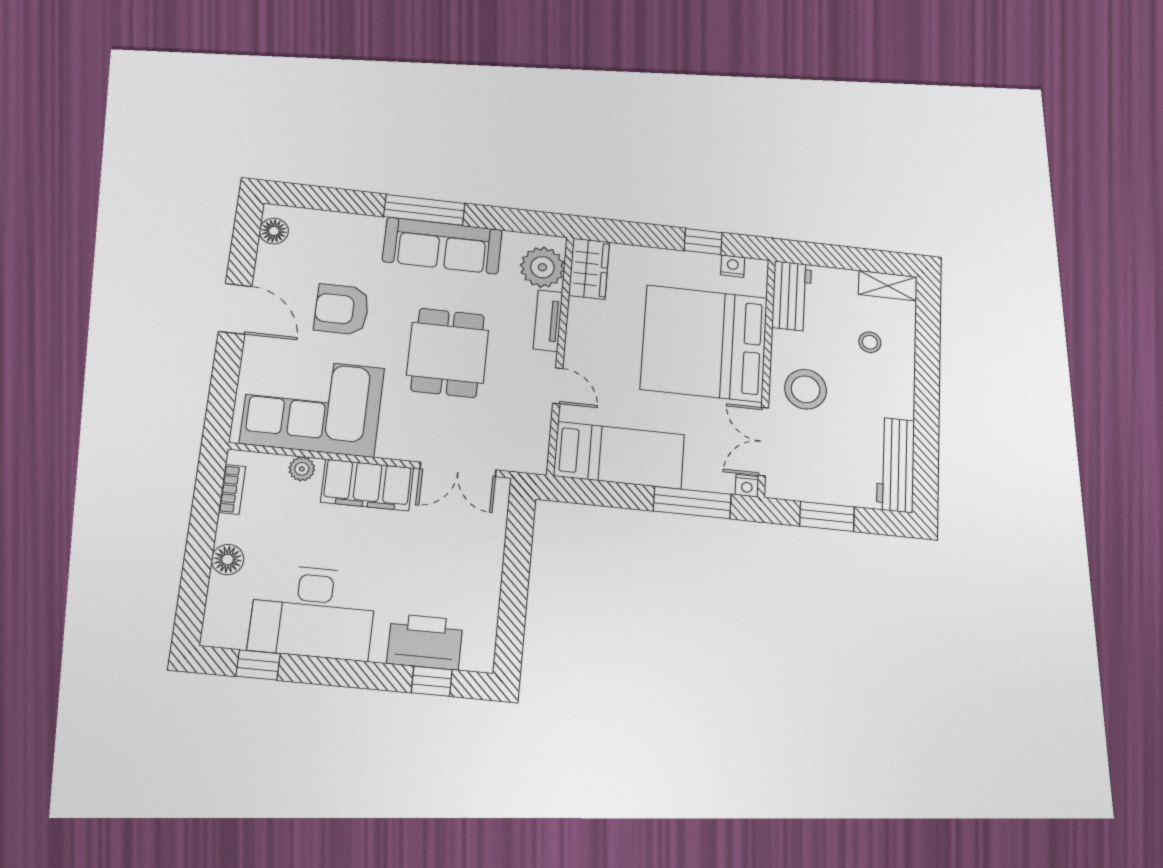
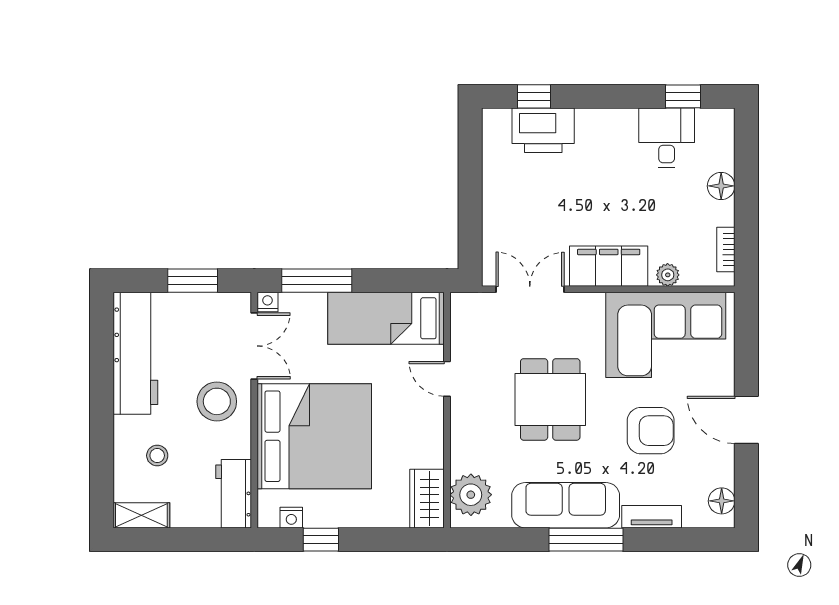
tv unit: (548, 321) -> (652, 517), moved, turned -90
workbench: (896, 465) -> (135, 353), width x1.36, depth x1.32
desk: (313, 612) -> (667, 138), width x0.53, depth x0.77

